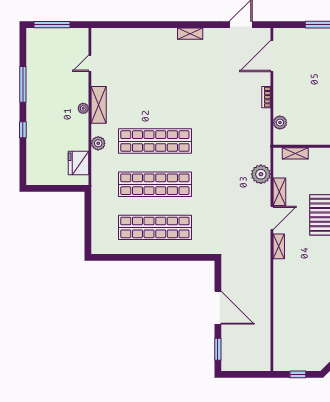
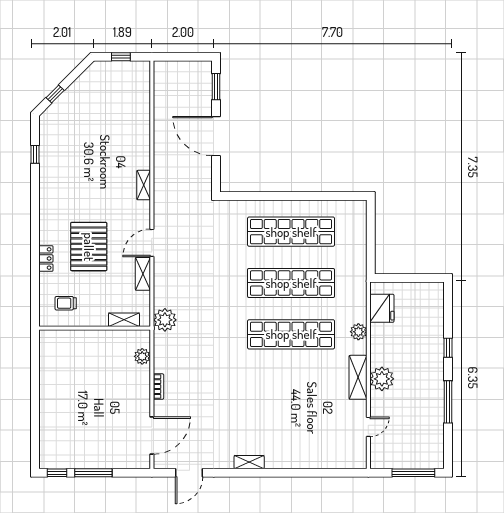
plant: (83, 108) -> (382, 379), width x1.88, depth x1.88
plant: (261, 174) -> (165, 320), moved
shelving: (279, 246) -> (144, 185), moved

